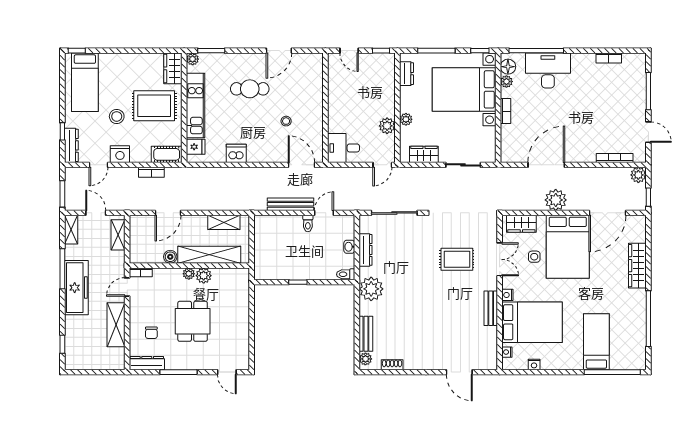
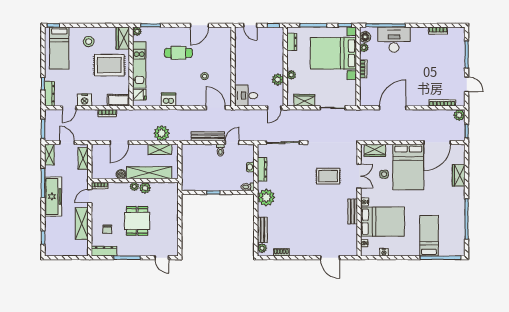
stool: (117, 116) -> (89, 42), moved
plant: (556, 200) -> (162, 133), moved
wardrobe: (637, 266) -> (459, 175), width x0.67

